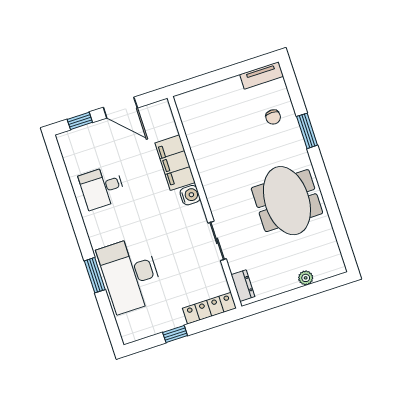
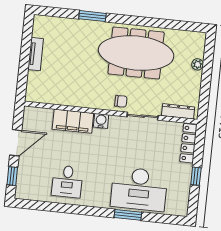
tv unit: (262, 75) -> (36, 54), moved
chair: (273, 117) -> (121, 101), moved
meeting table: (287, 201) -> (136, 53), width x1.36
dresser: (243, 286) -> (178, 111), width x1.44

